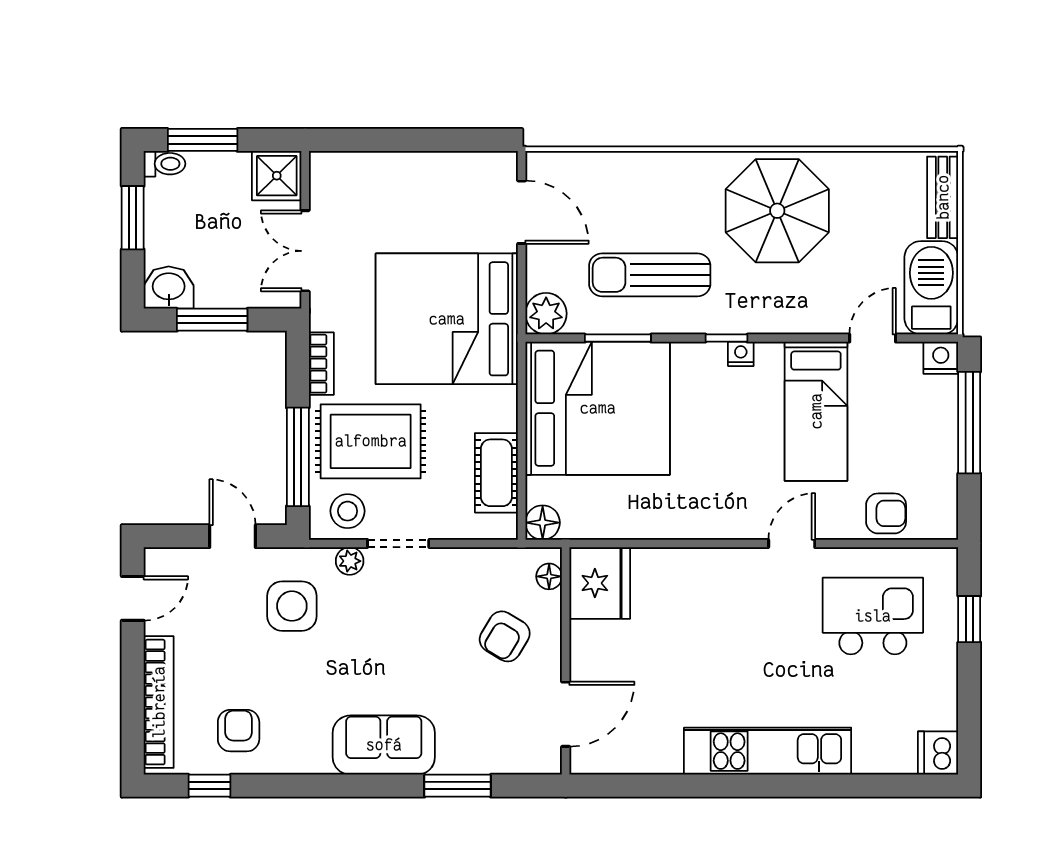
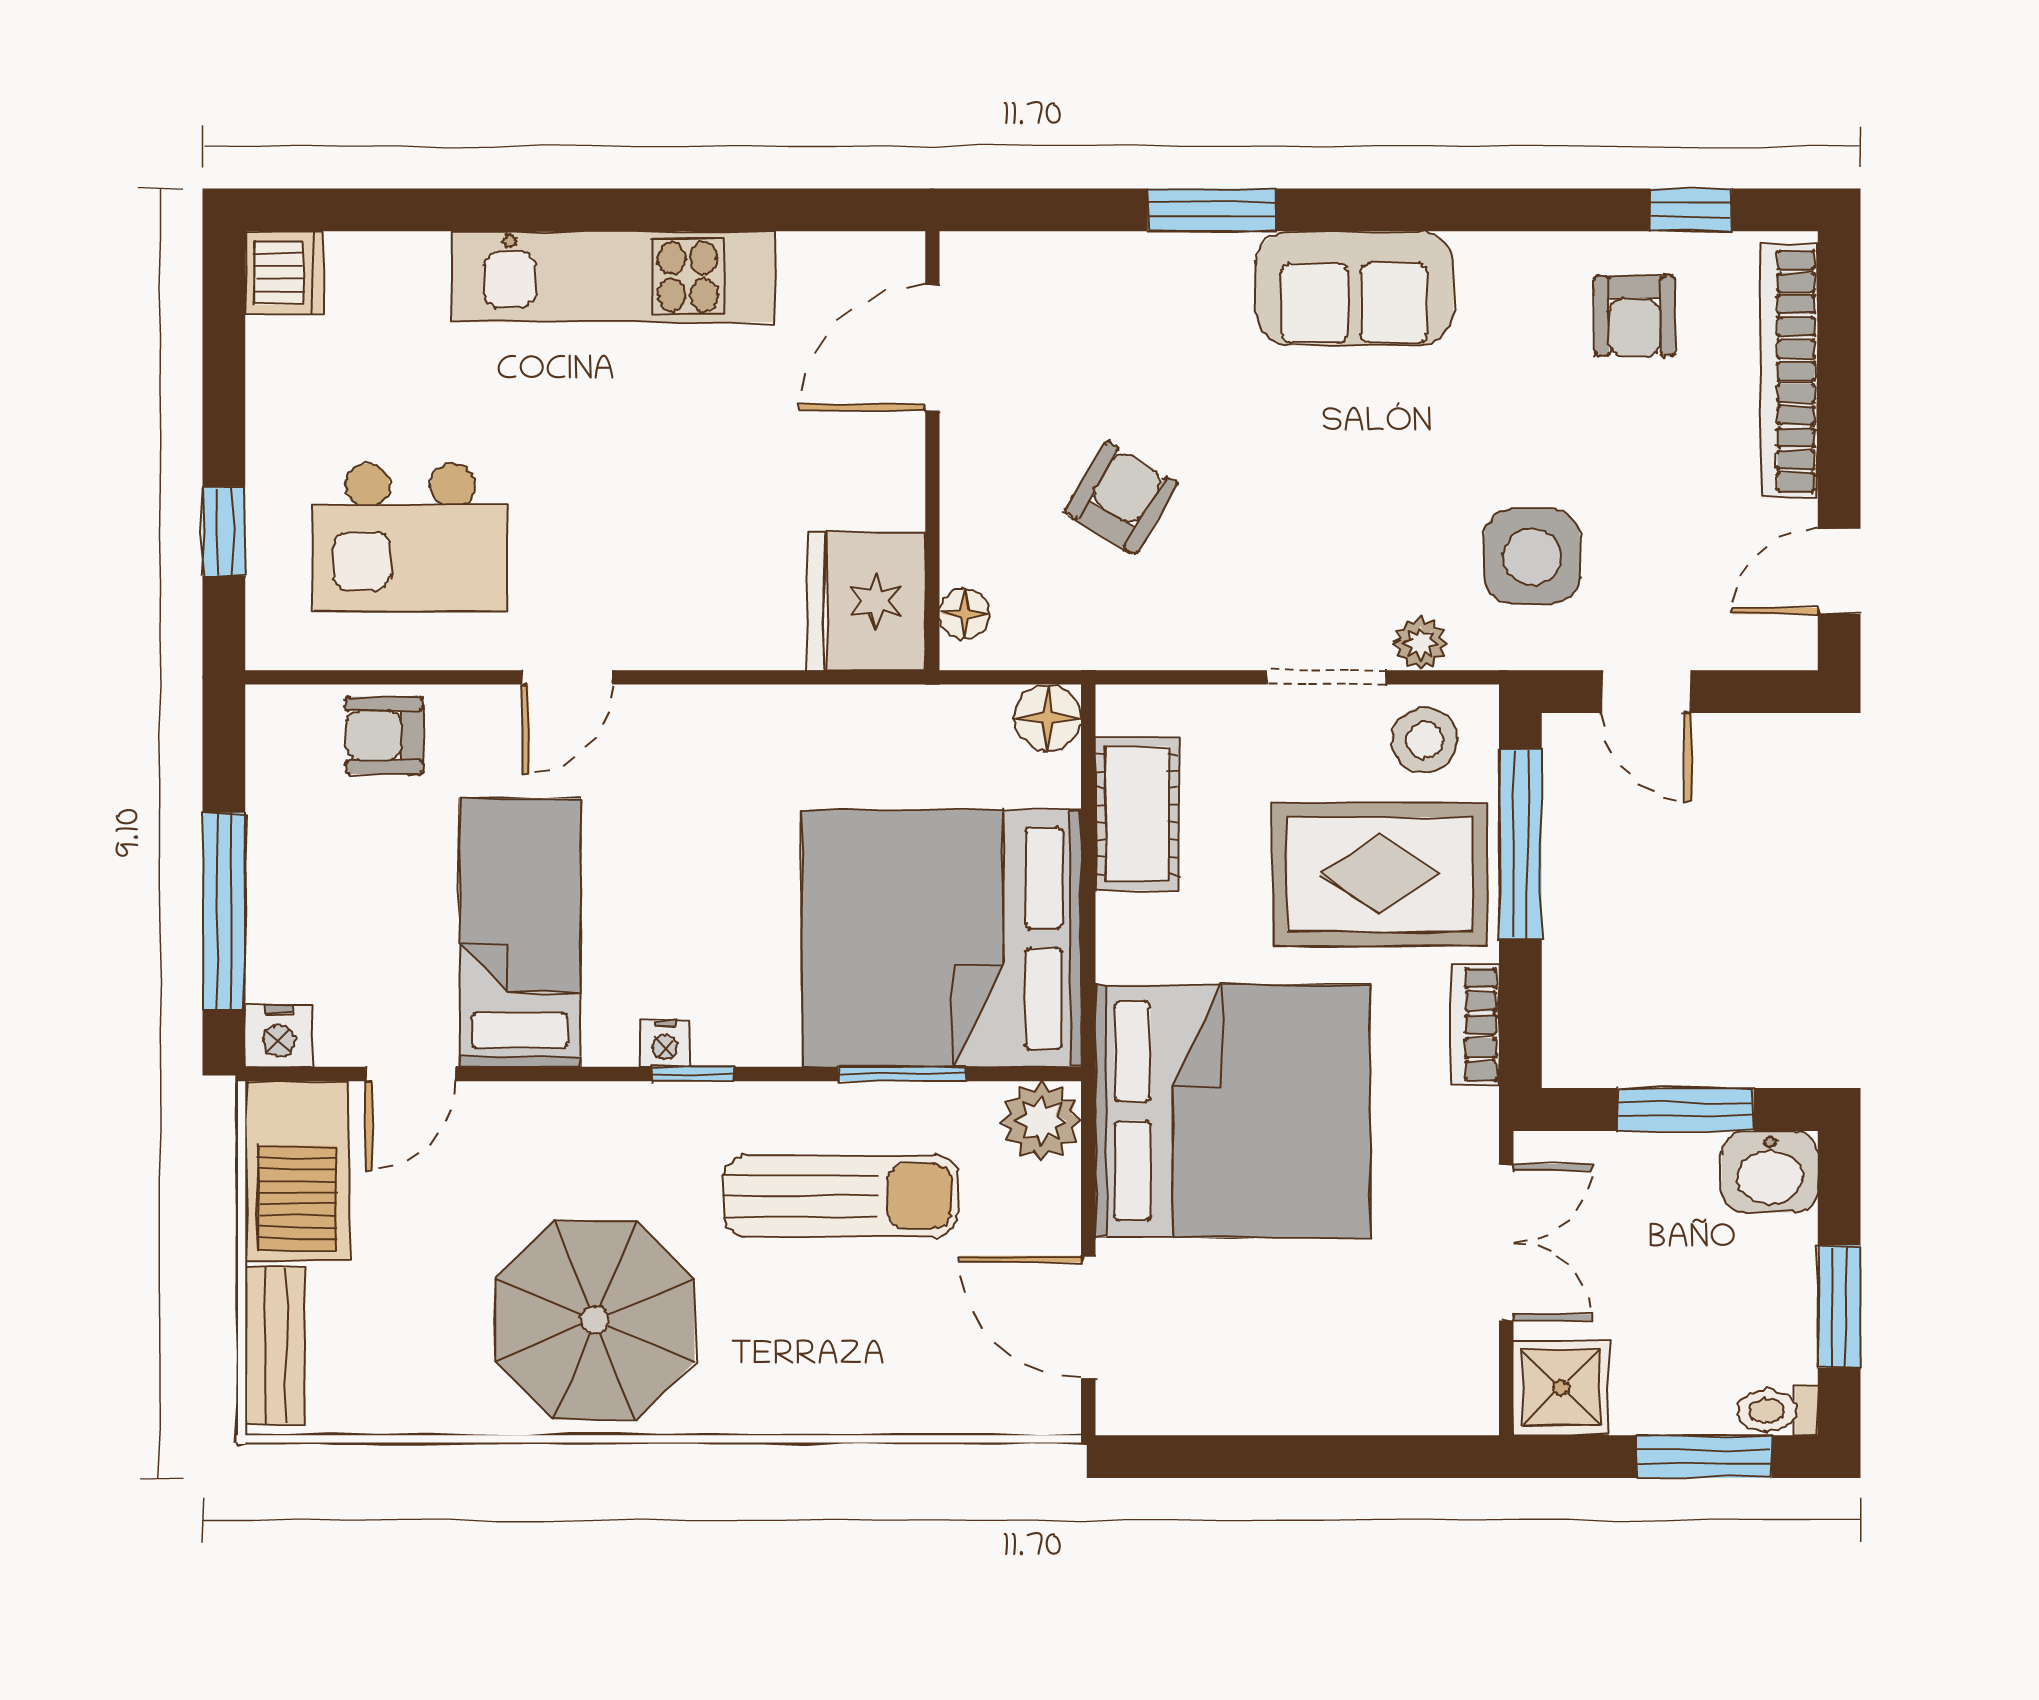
floor lamp: (549, 576) -> (964, 614), moved
fridge: (600, 583) -> (867, 601), moved
wall: (566, 661) -> (932, 451), moved
door: (566, 714) -> (932, 348), moved

